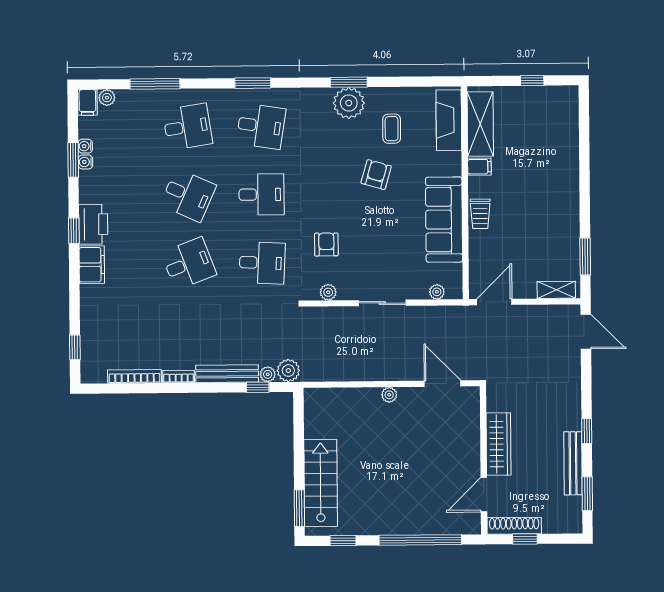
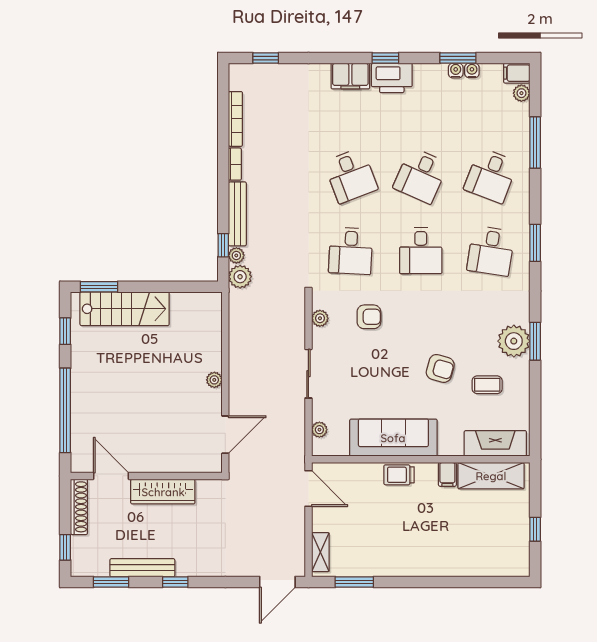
desk: (188, 127) -> (491, 176), turned 30
window: (525, 539) -> (65, 547), moved

